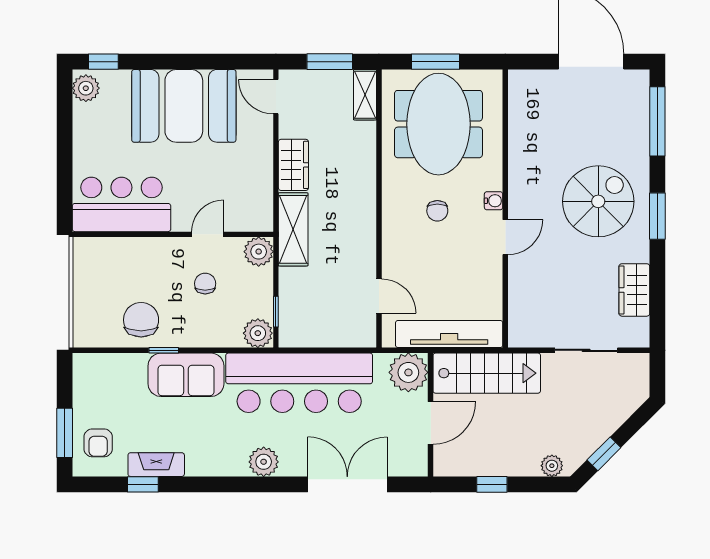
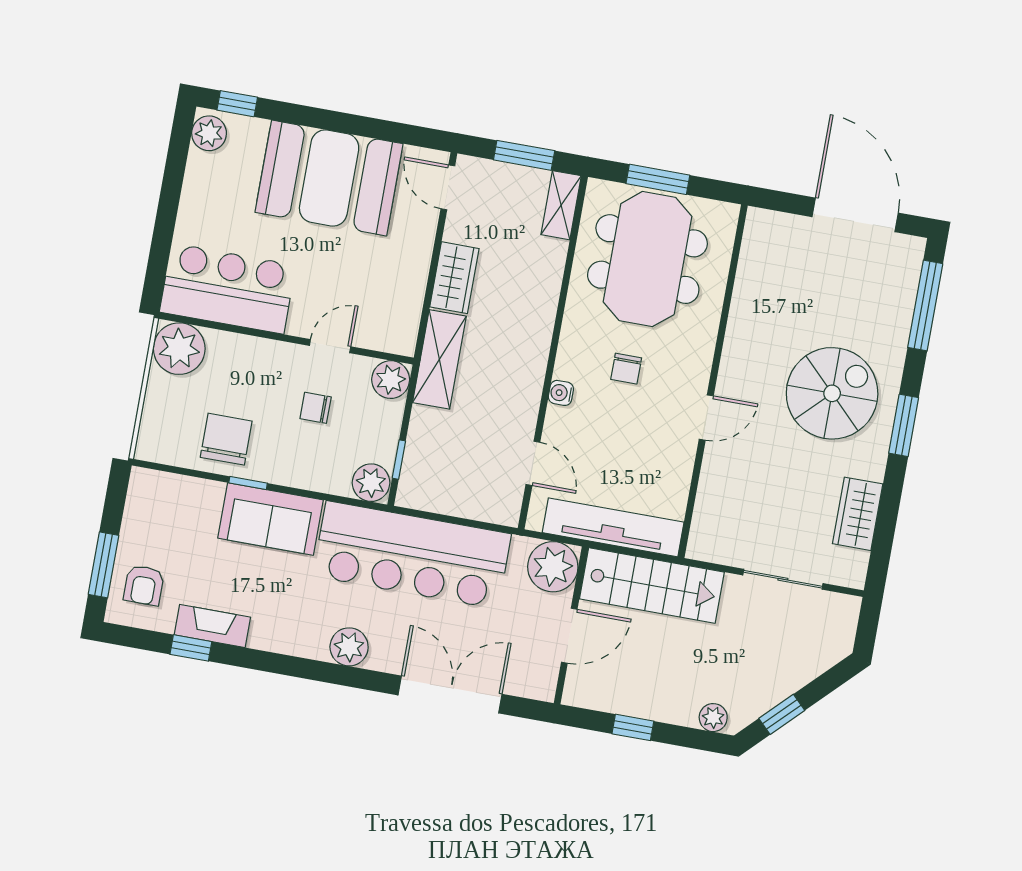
water cooler: (494, 201) -> (561, 393), moved, turned 180
plant: (93, 257) -> (179, 349), added
chair: (205, 284) -> (316, 408), turned -90

